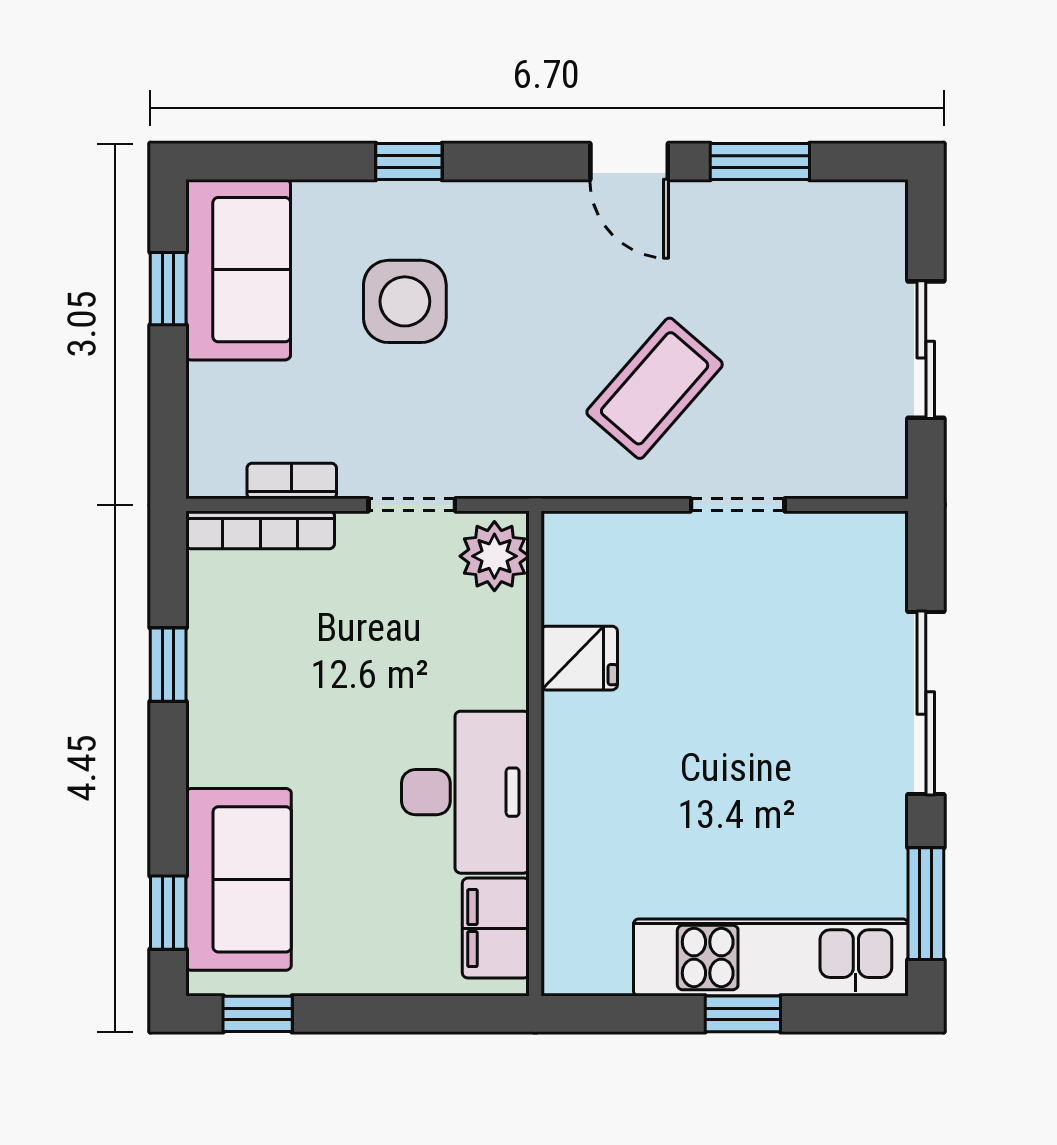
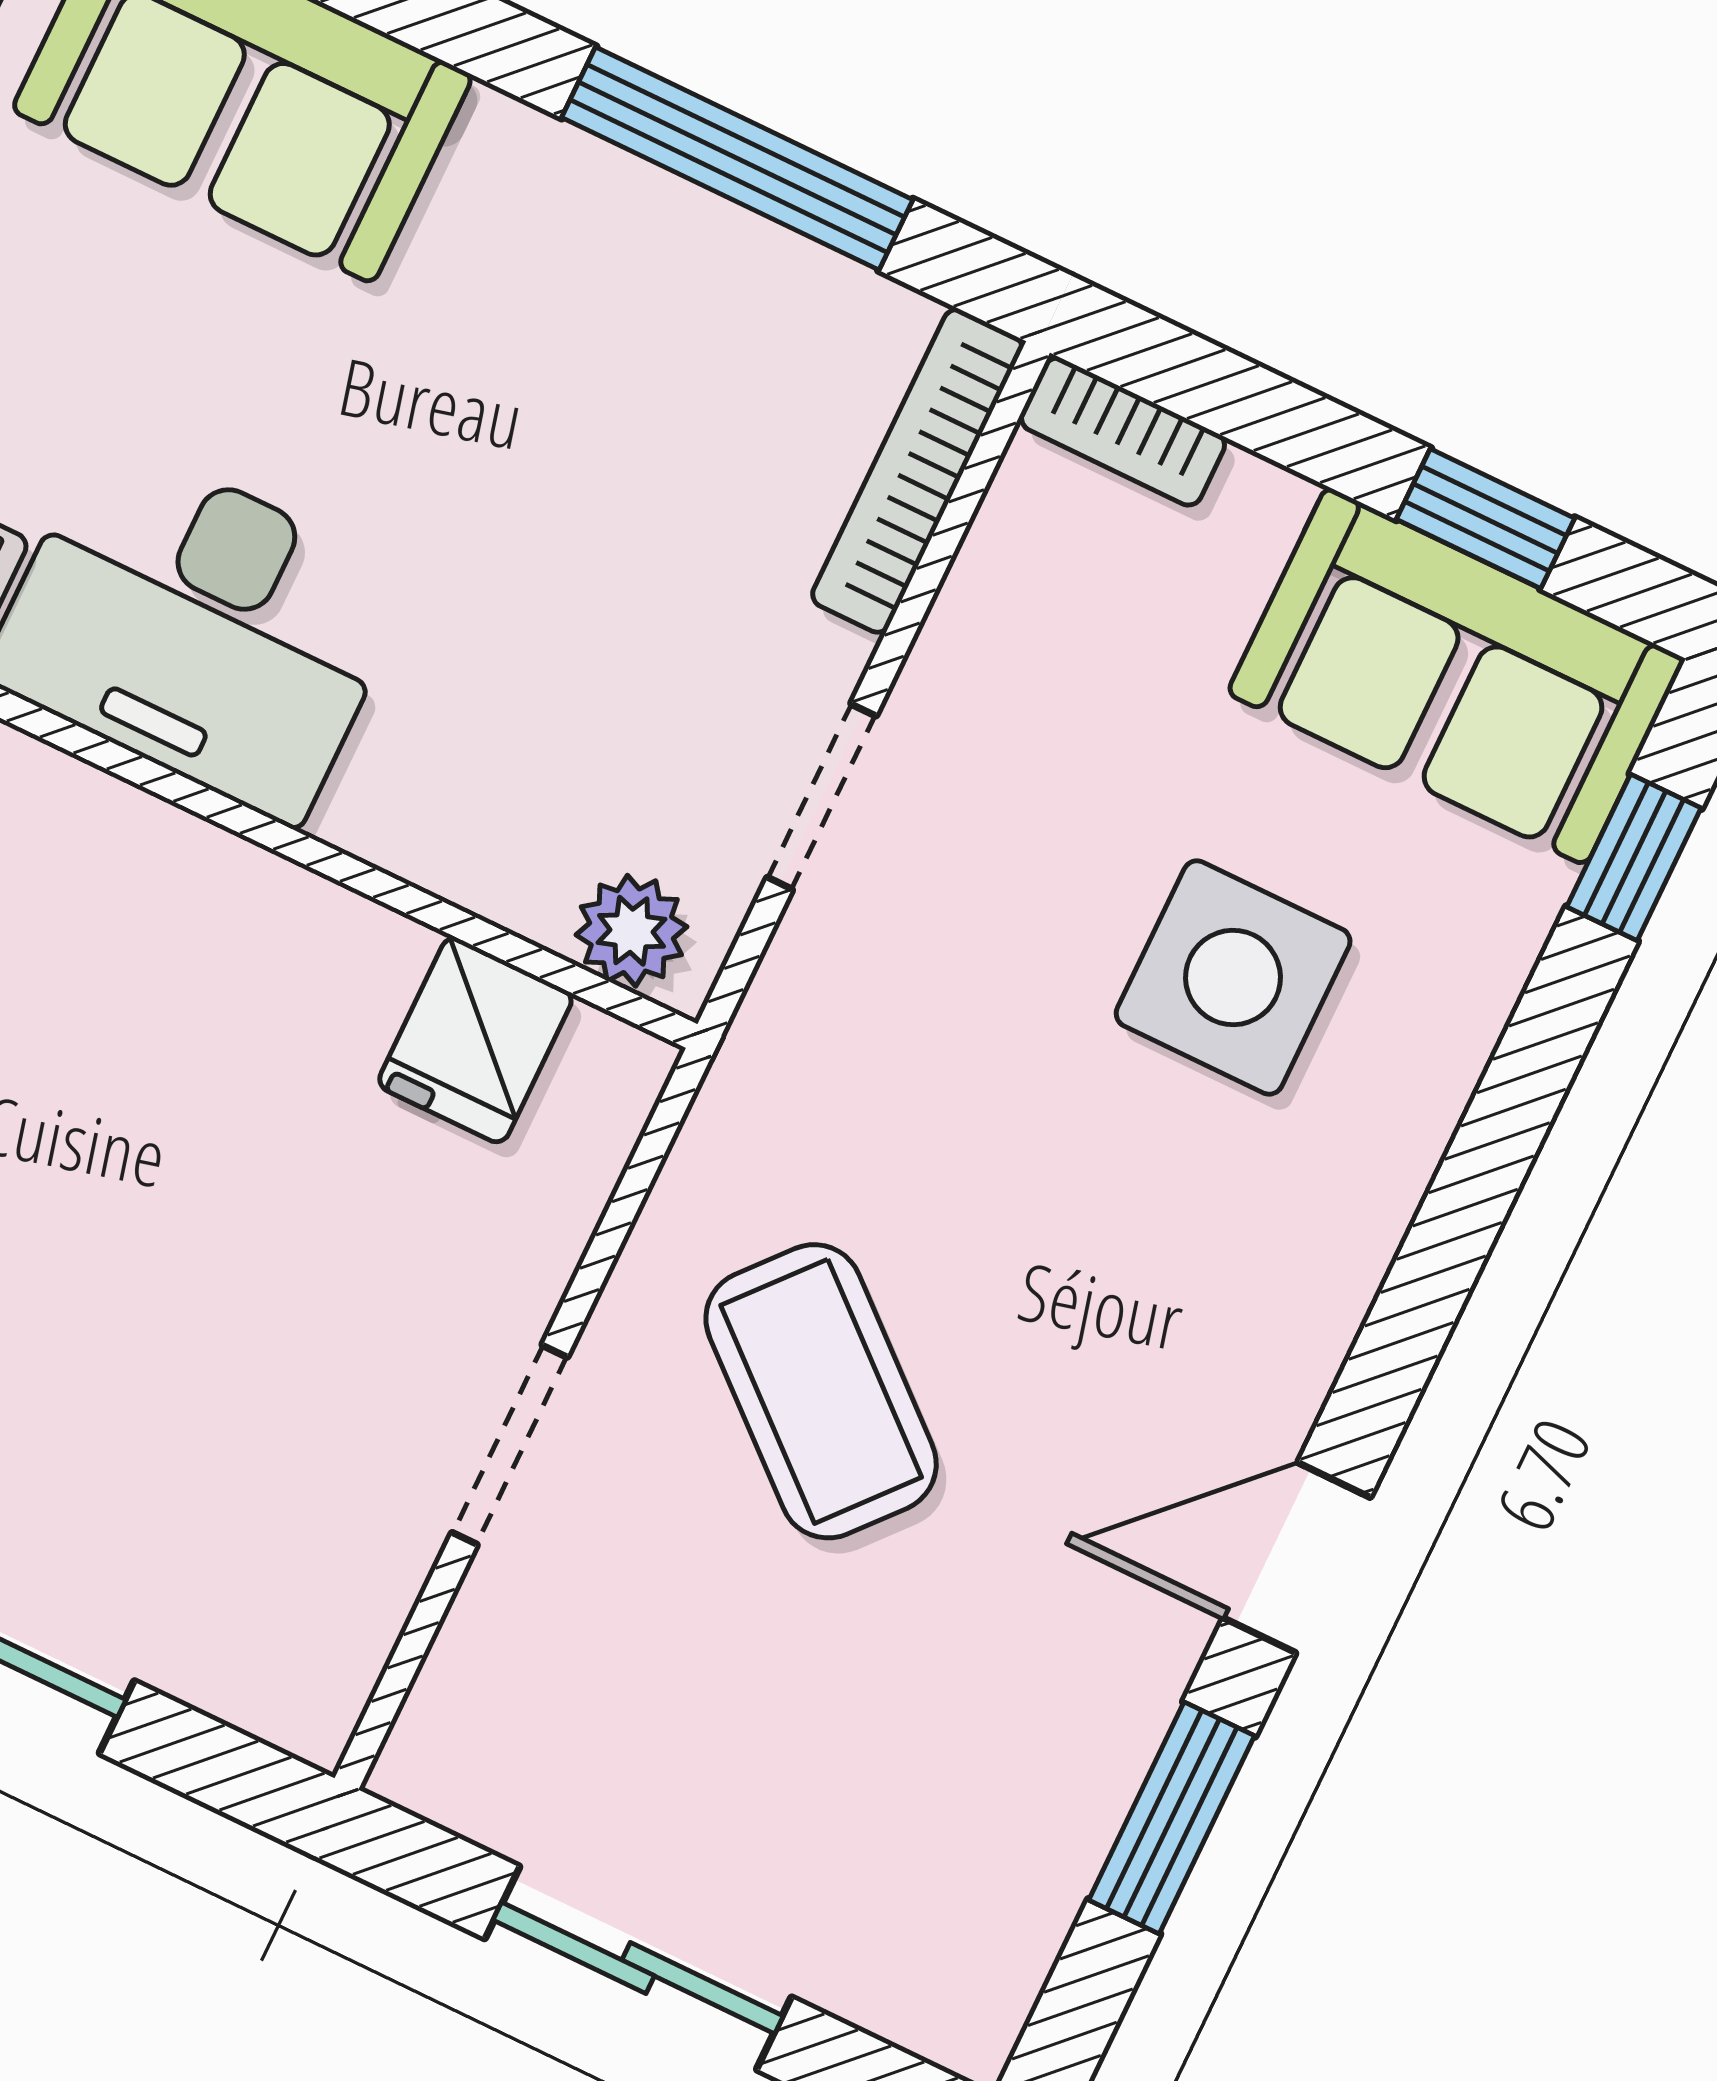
window: (409, 161) -> (1634, 857), moved
bookcase: (292, 481) -> (1123, 432), moved, turned 90
plant: (494, 556) -> (631, 931), width x0.73, depth x0.73
fridge: (579, 658) -> (475, 1040), moved
window: (168, 665) -> (737, 159), width x2.17

